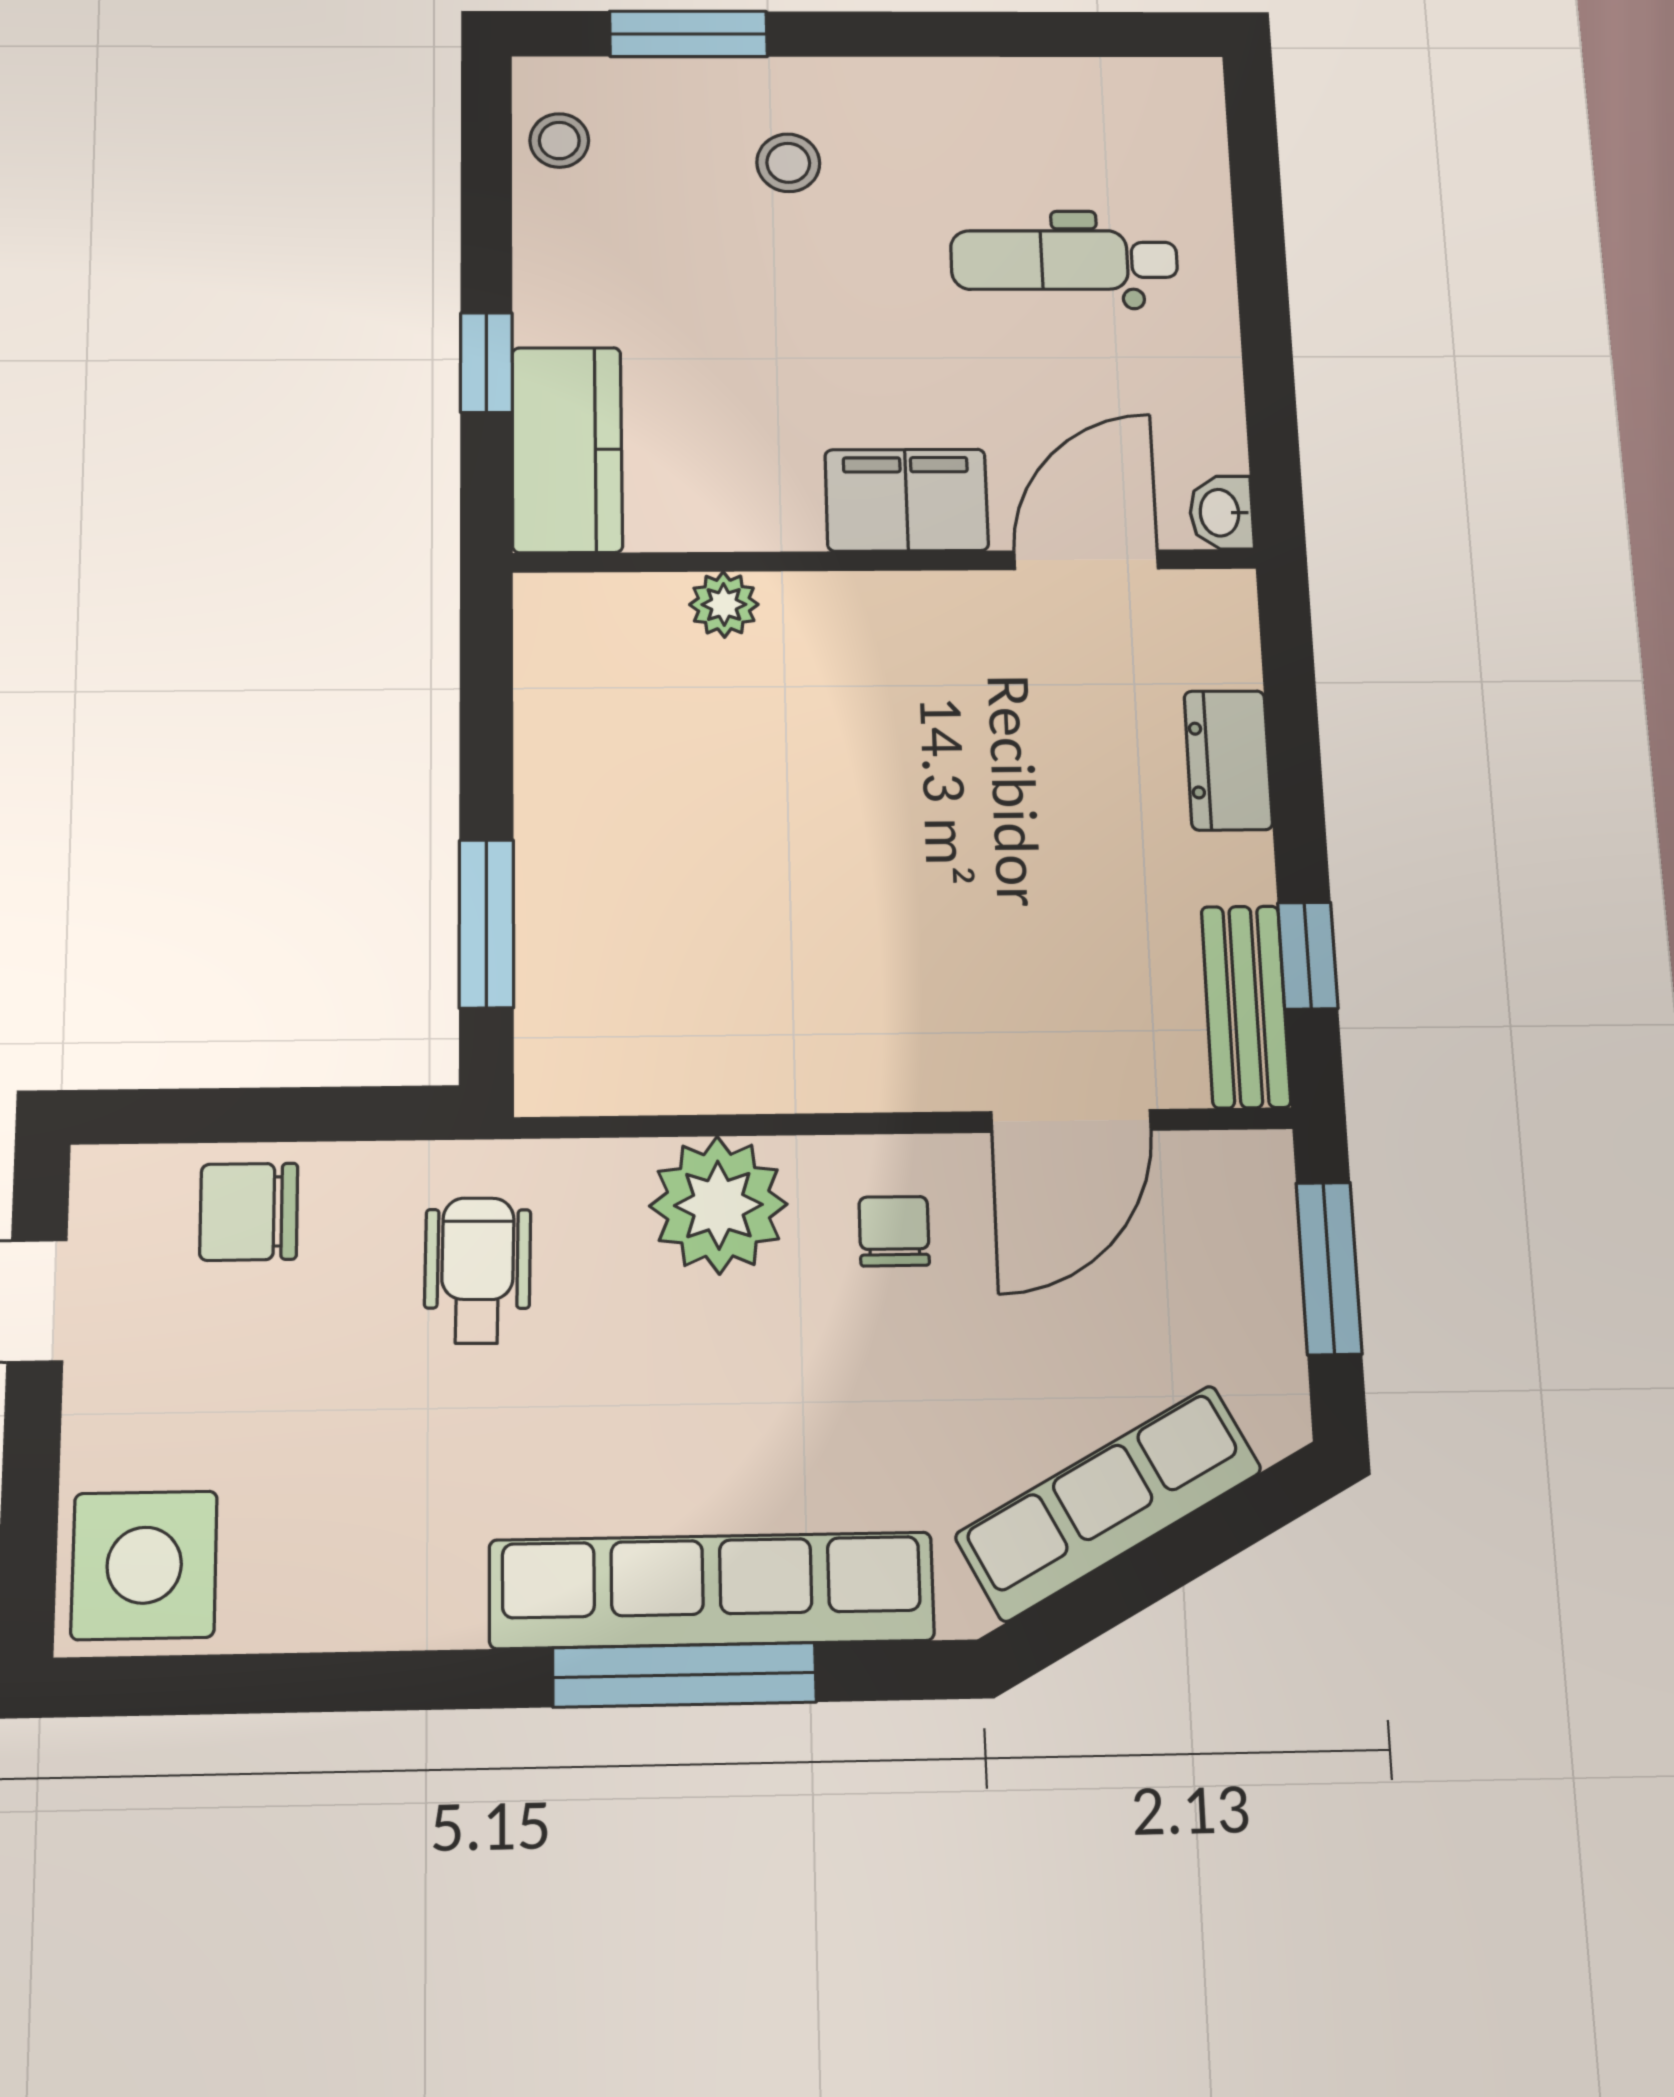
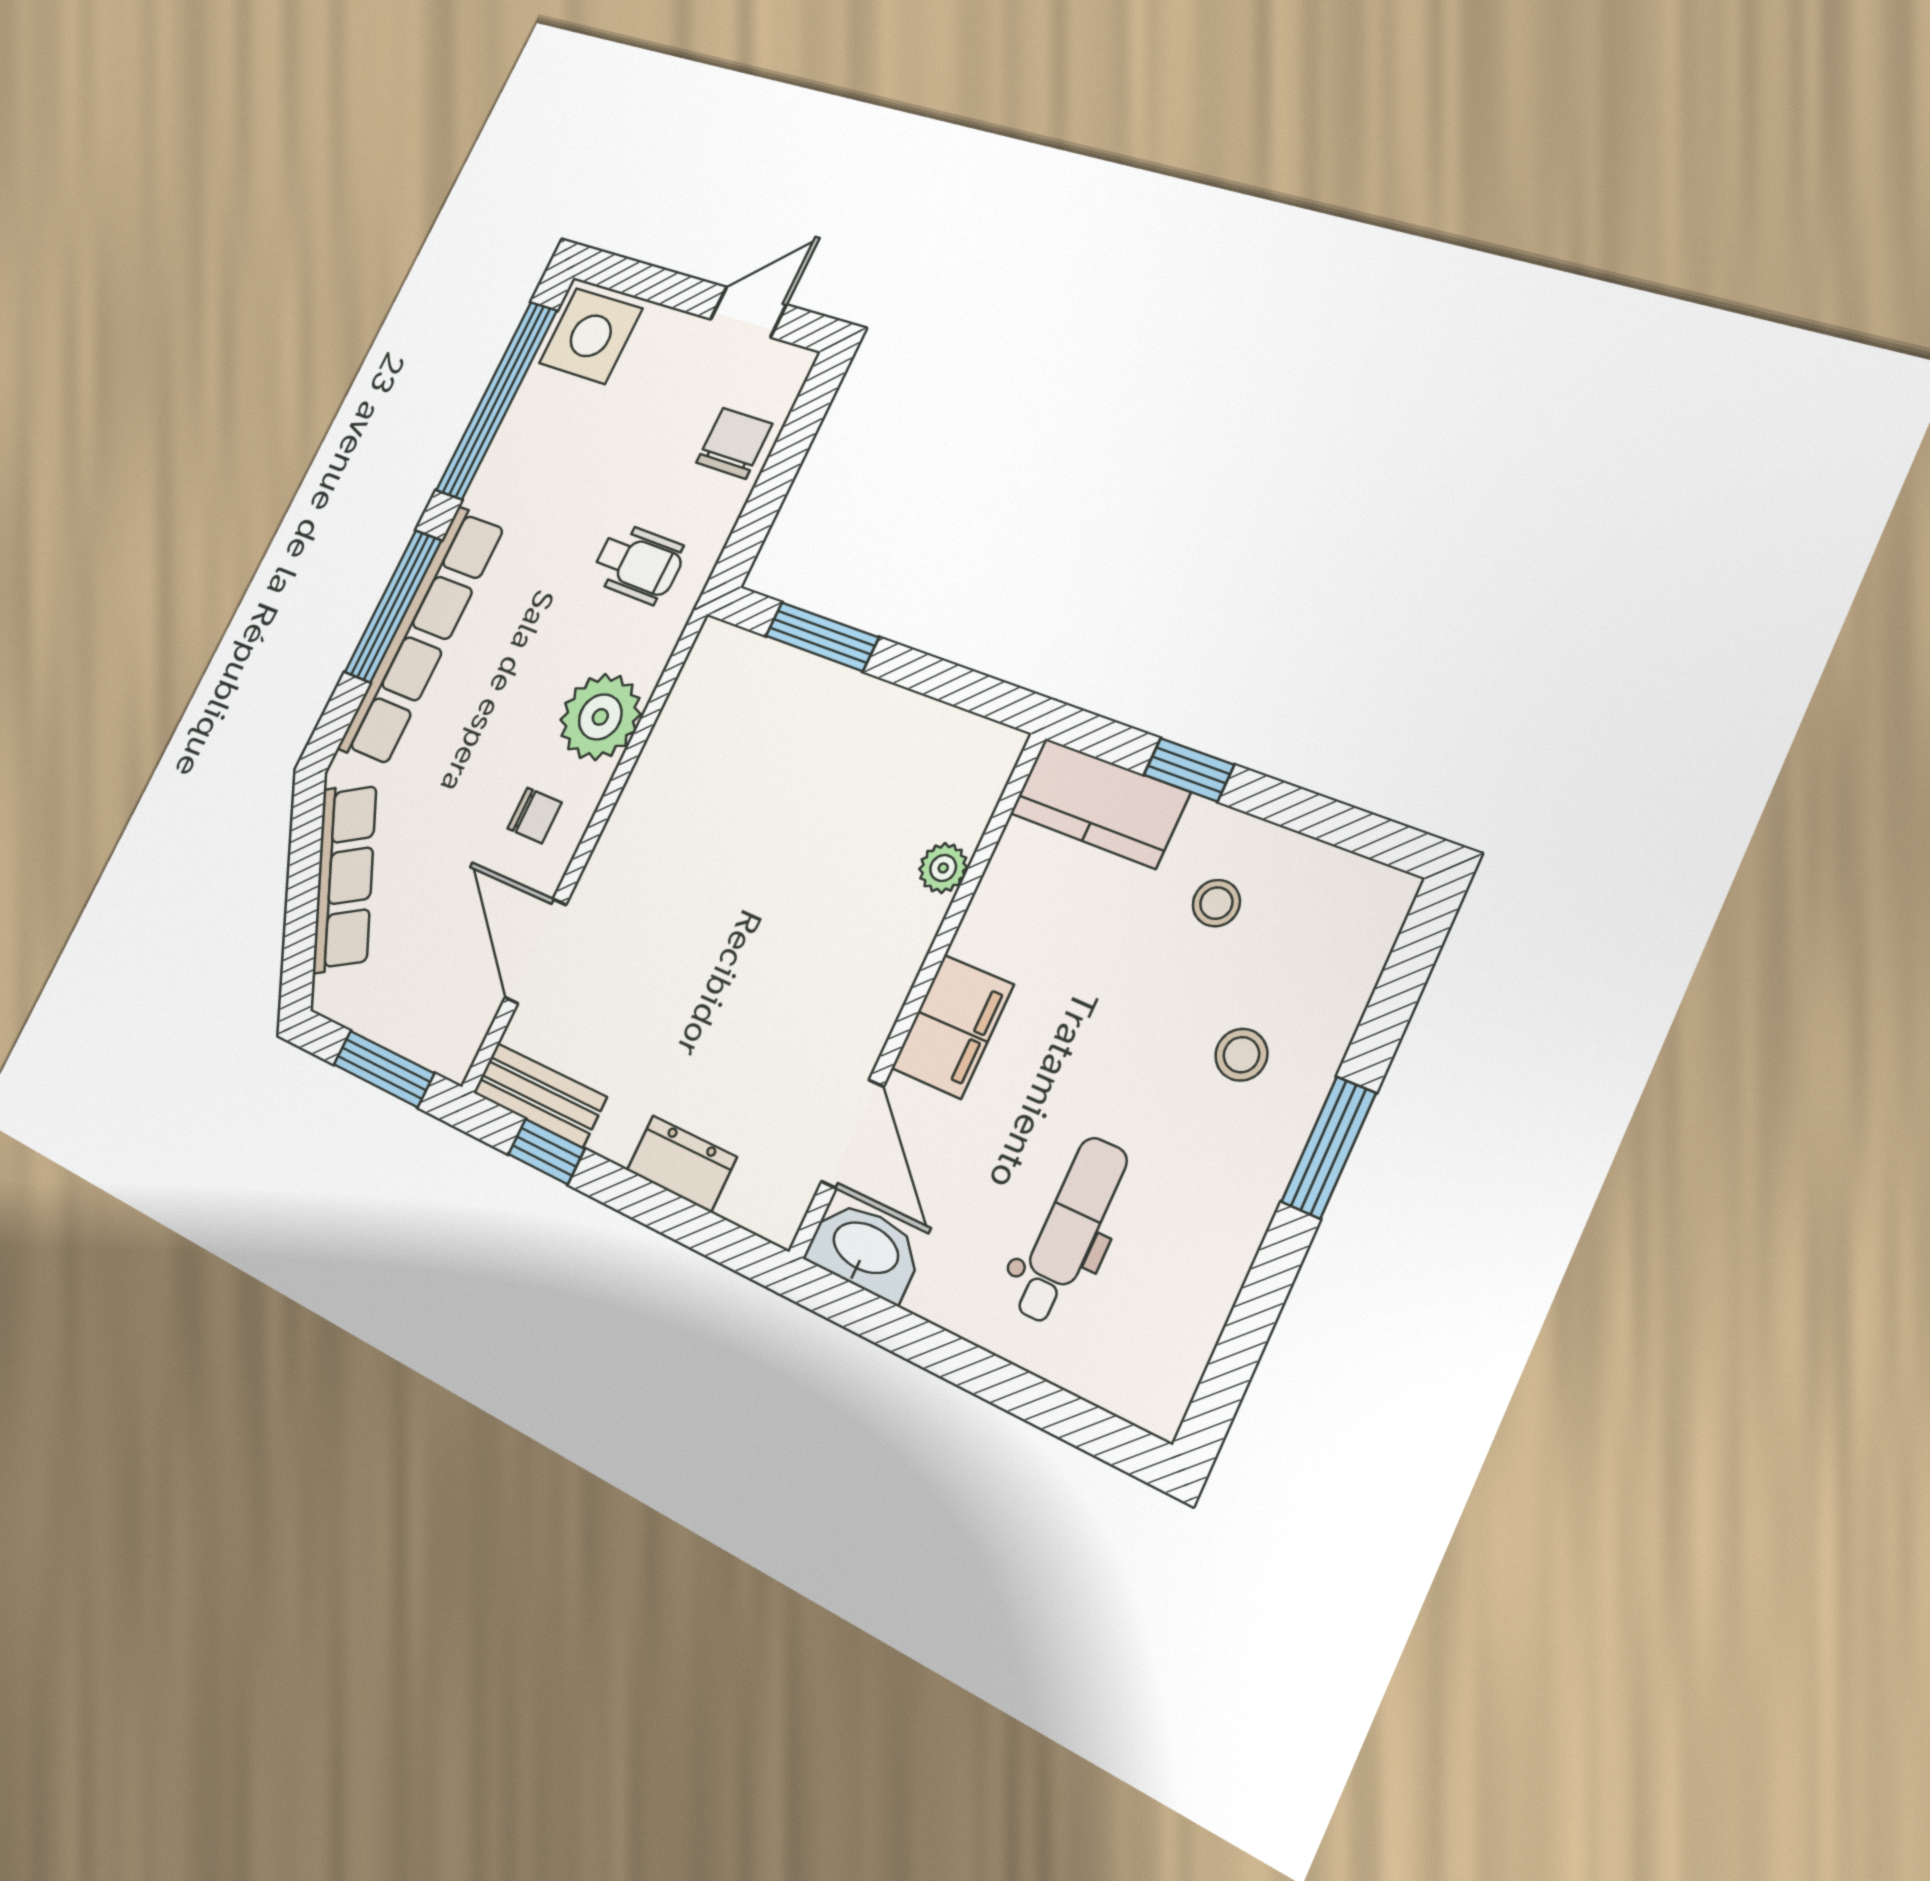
window: (688, 34) -> (1329, 1147), moved
stool: (559, 141) -> (1216, 903), moved
washbasin: (1221, 513) -> (865, 1250), width x1.91, depth x1.45
window: (297, 1683) -> (497, 400), added

